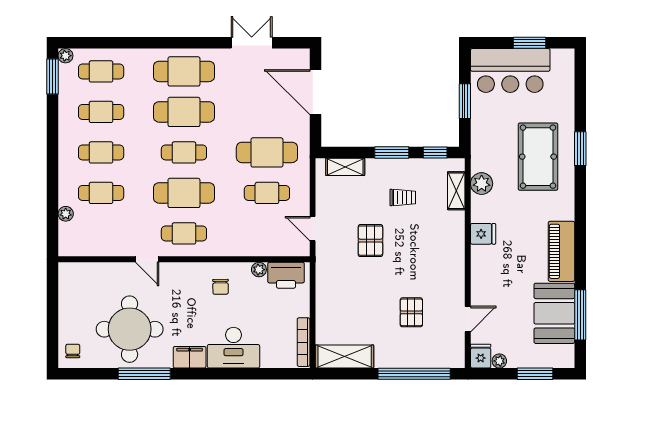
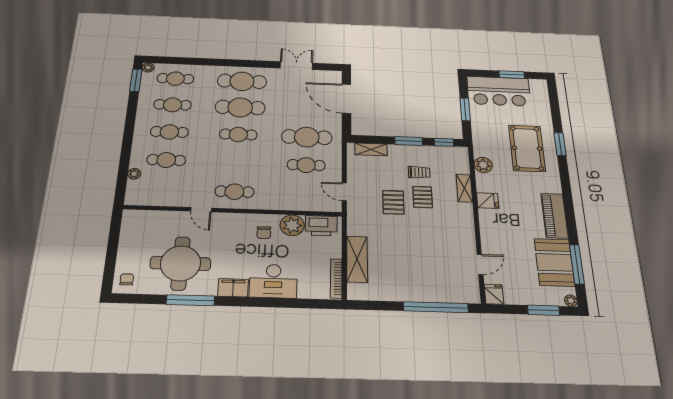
shelving: (456, 191) -> (464, 188), moved
cafe table: (184, 193) -> (236, 163), removed
plant: (259, 270) -> (292, 225), width x1.87, depth x1.87
pallet: (411, 312) -> (423, 197), moved
shelving: (345, 356) -> (357, 259), moved, turned 90
plant: (499, 361) -> (571, 301), moved

